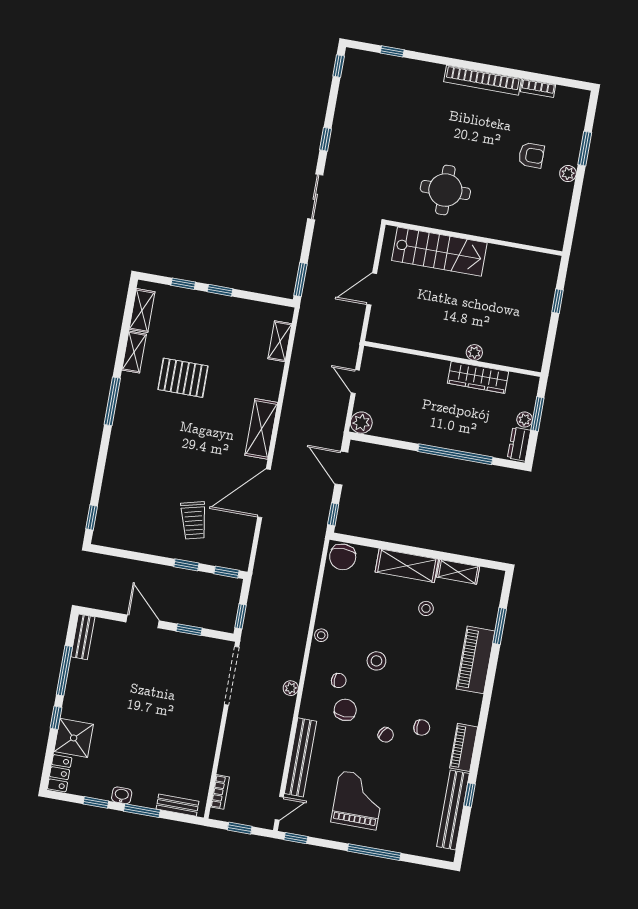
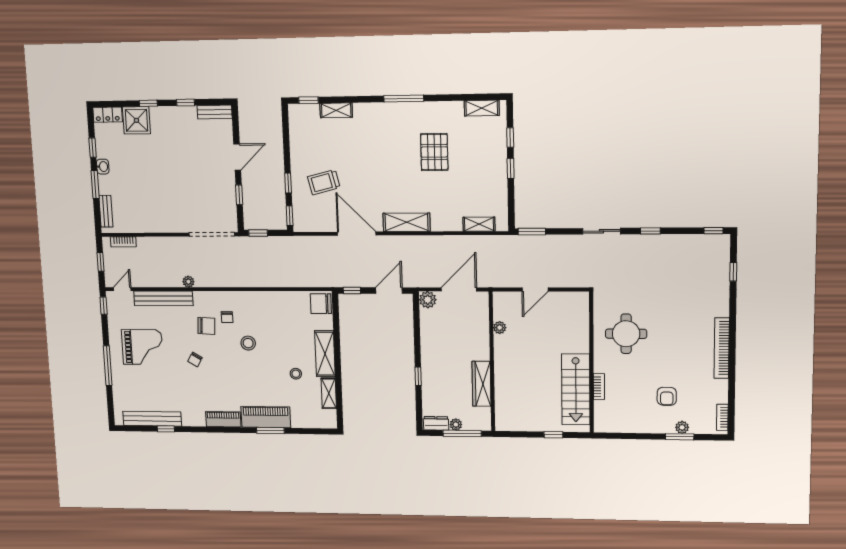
bookcase: (538, 88) -> (722, 417), moved
plant: (568, 174) -> (682, 427), moved
bookcase: (506, 234) -> (599, 387), added
stairs: (439, 252) -> (576, 389), moved
door: (372, 289) -> (535, 289), swing flipped
shelving: (134, 352) -> (336, 110), moved
plant: (474, 352) -> (500, 328), moved
door: (355, 382) -> (459, 289), width x1.88
window: (537, 414) -> (462, 433), width x1.44
window: (455, 454) -> (418, 376), width x0.32
window: (500, 626) -> (270, 431), moved
stool: (321, 635) -> (258, 298), removed
window: (64, 671) -> (186, 103), width x0.46
plant: (291, 688) -> (188, 282), moved
chair: (422, 727) -> (207, 385), removed
piano: (464, 747) -> (223, 419), moved
door: (279, 808) -> (122, 289), swing flipped

